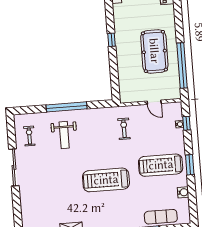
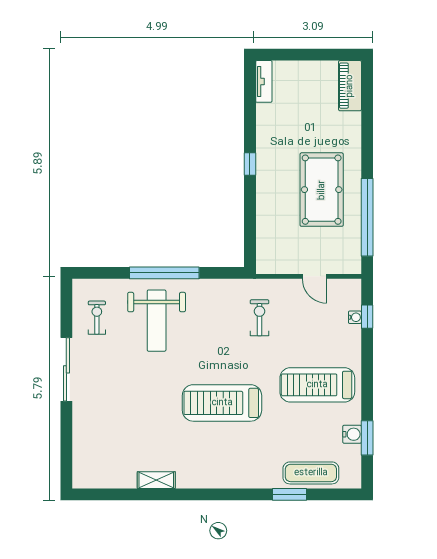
weight bench: (64, 135) -> (157, 321), width x1.36, depth x1.33
window: (190, 165) -> (367, 438), moved

